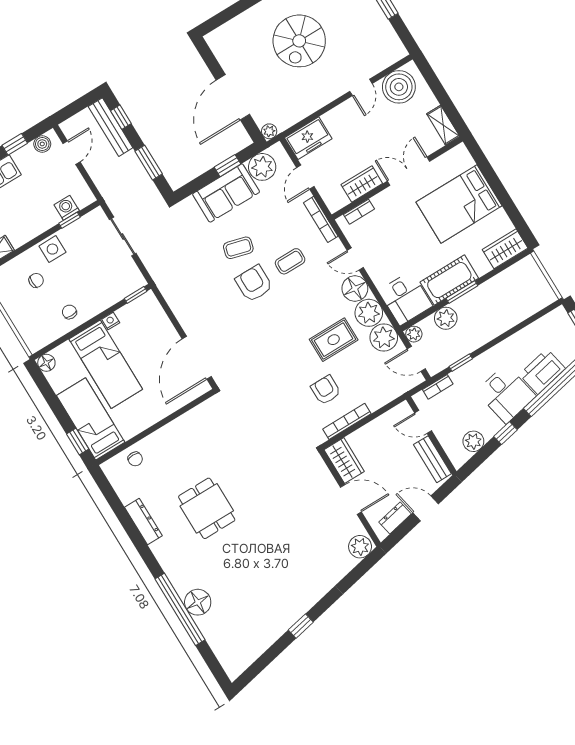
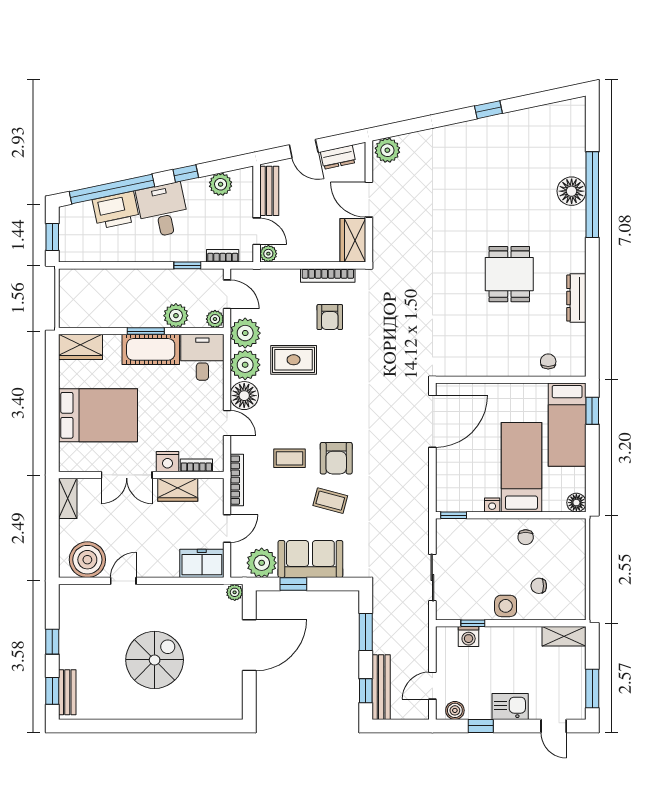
nightstand: (383, 201) -> (167, 462), added
plant: (403, 410) -> (268, 254), added

